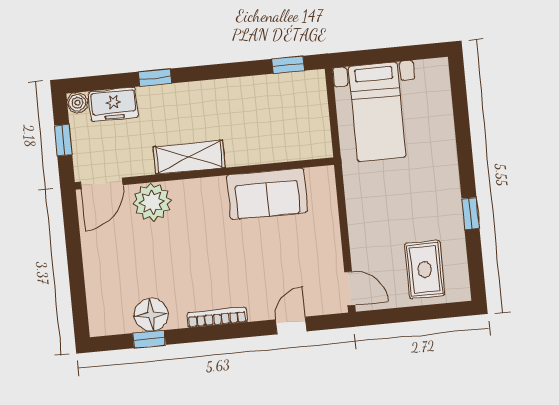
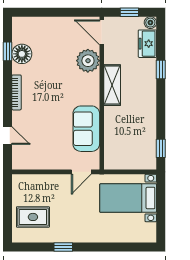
door: (350, 289) -> (81, 172), moved

